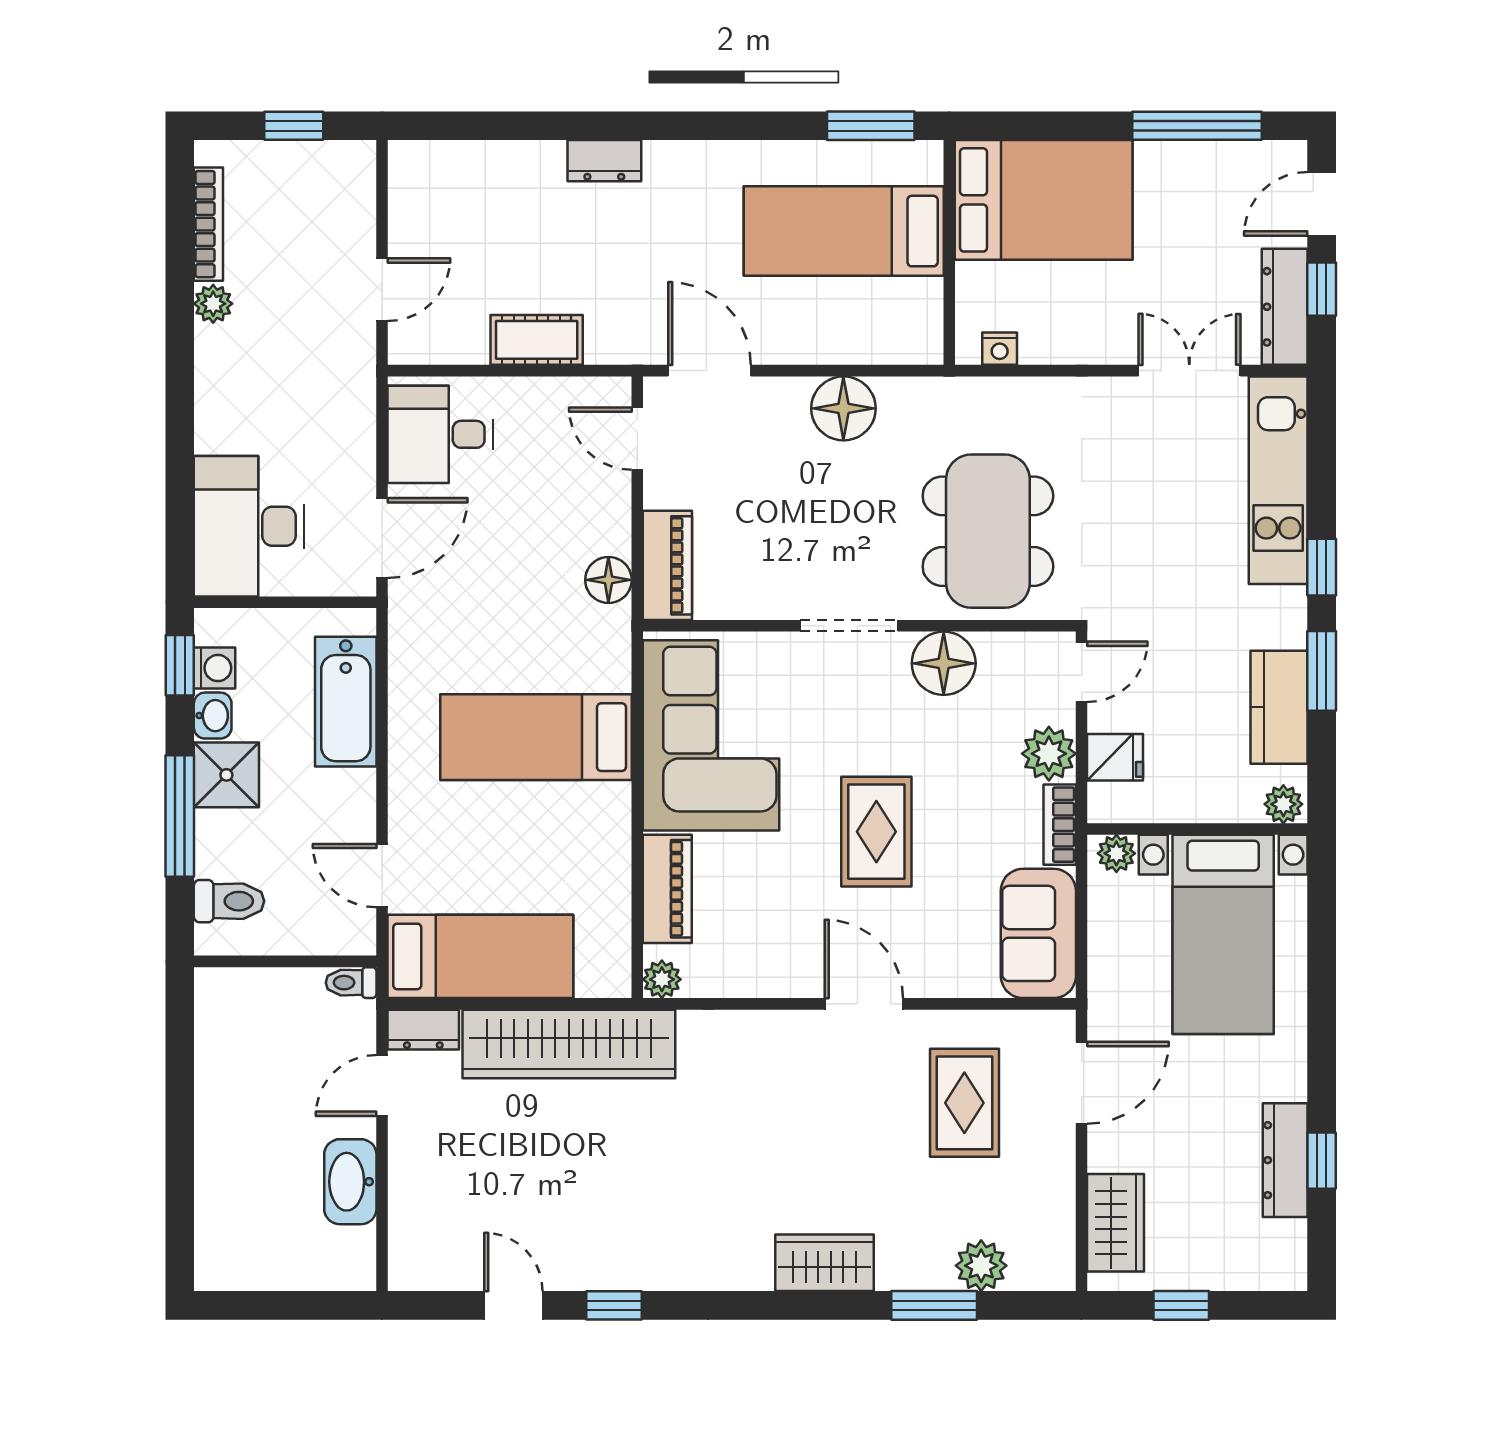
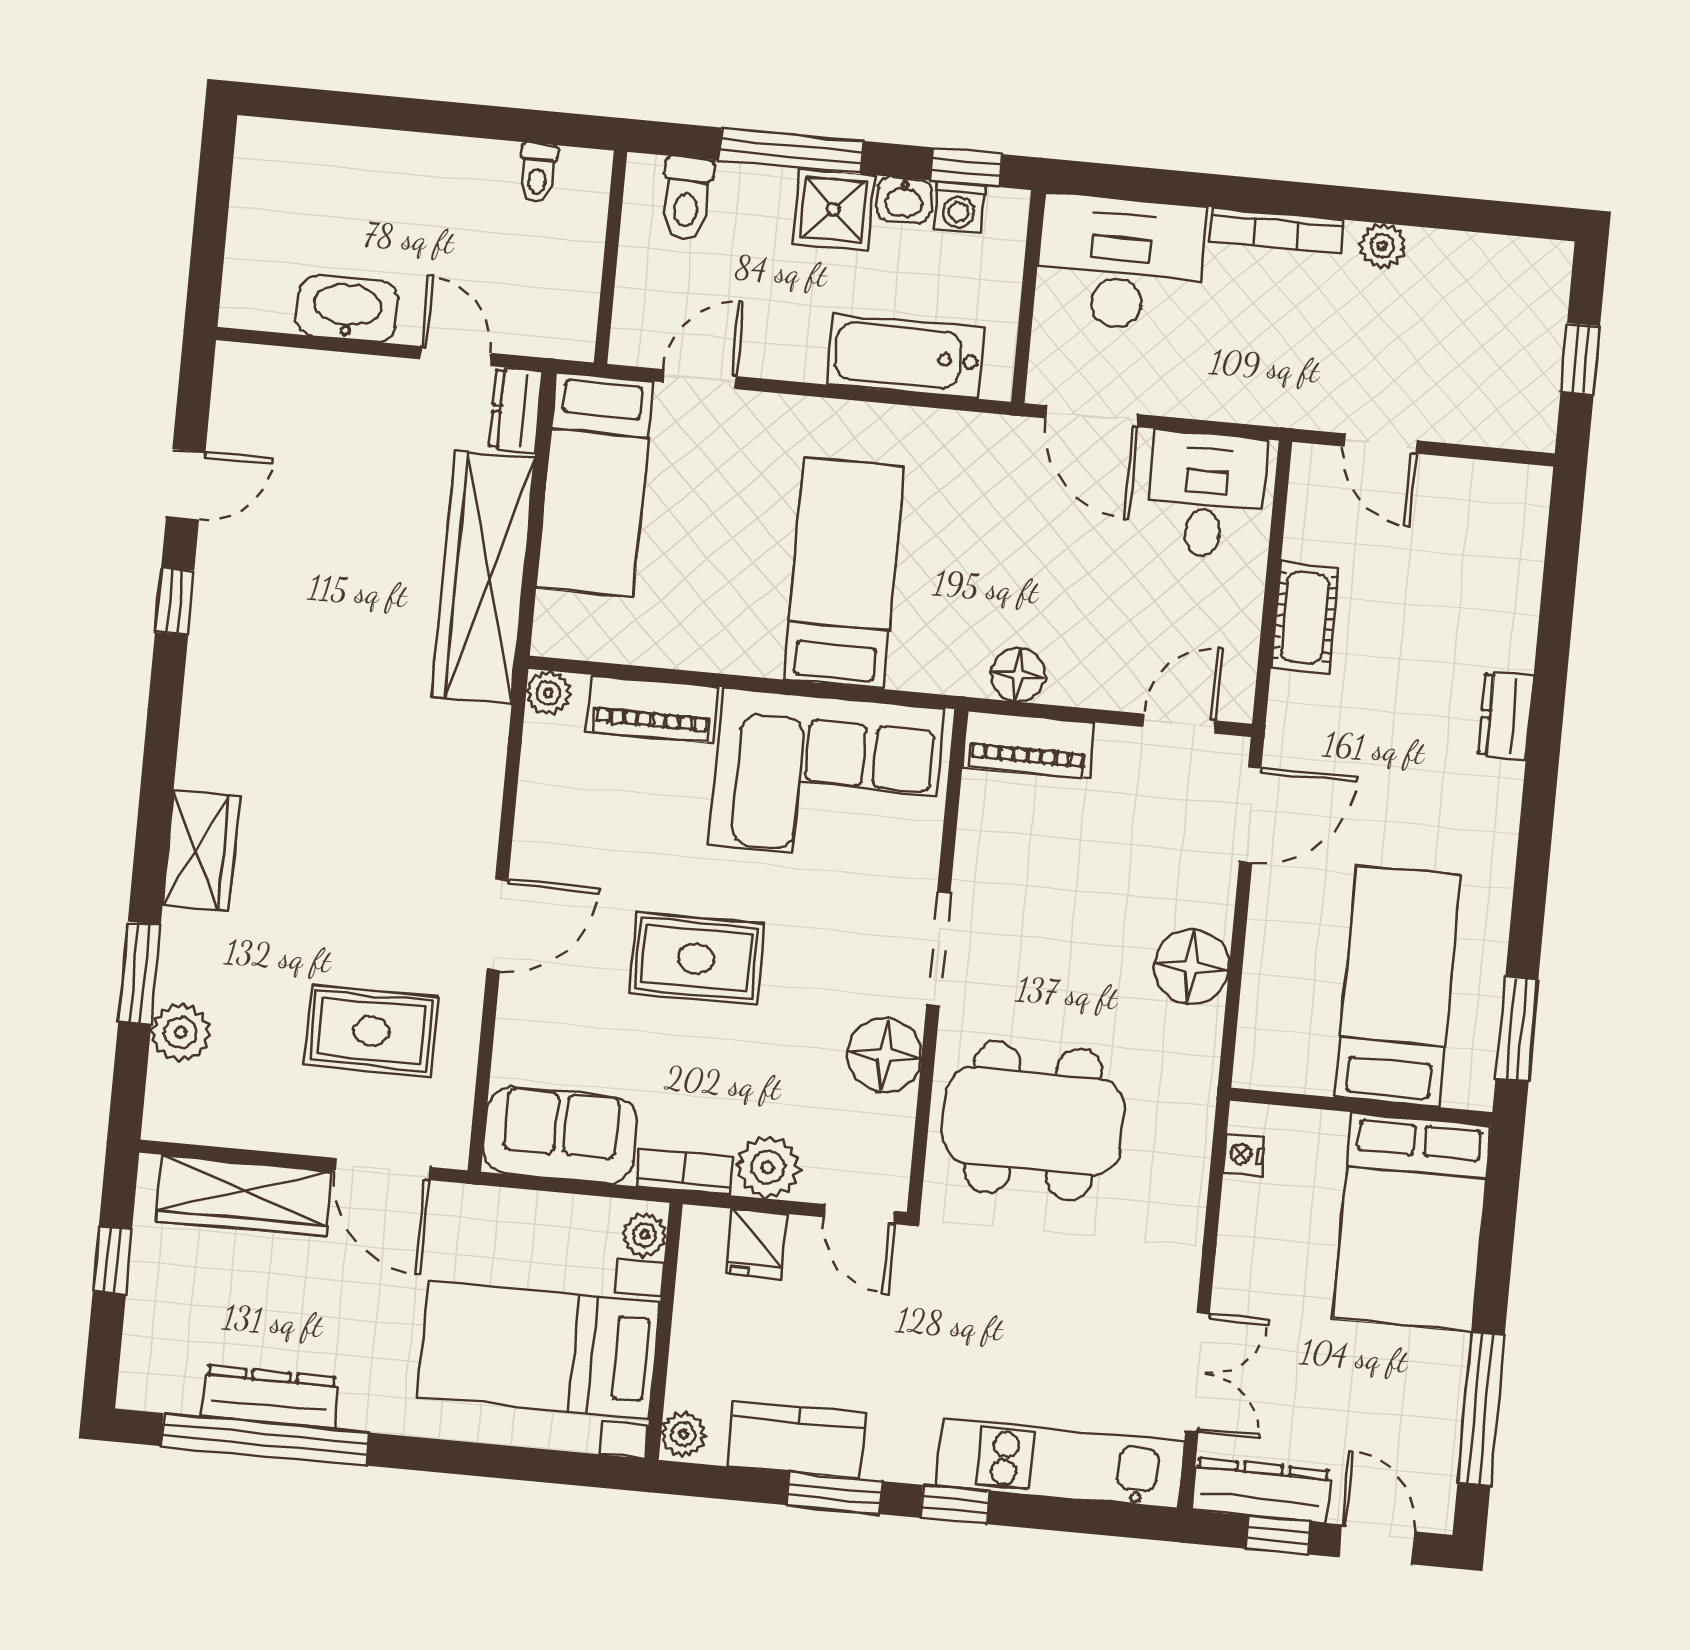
bookcase: (208, 224) -> (1276, 230), moved
toilet: (351, 983) -> (538, 173), moved, turned 180
window: (1322, 1161) -> (265, 1439), width x3.17
wardrobe: (1115, 1223) -> (244, 1196), width x1.50

